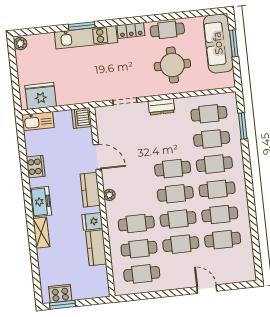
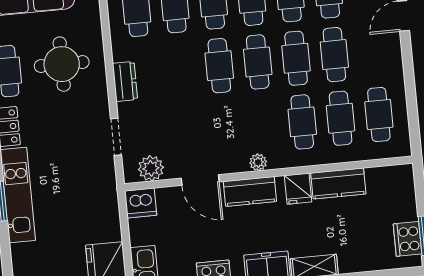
plant: (105, 125) -> (151, 168), added
door: (97, 157) -> (200, 180), swing flipped

